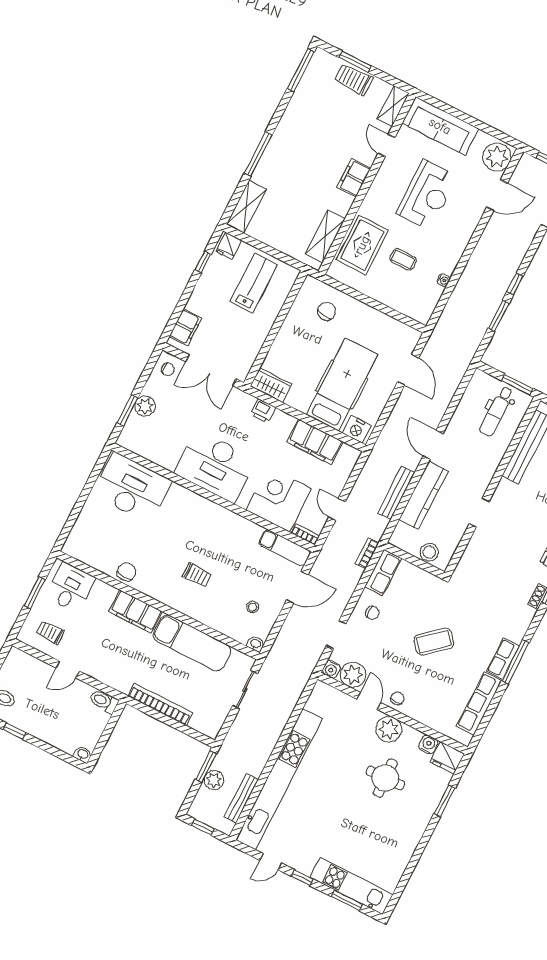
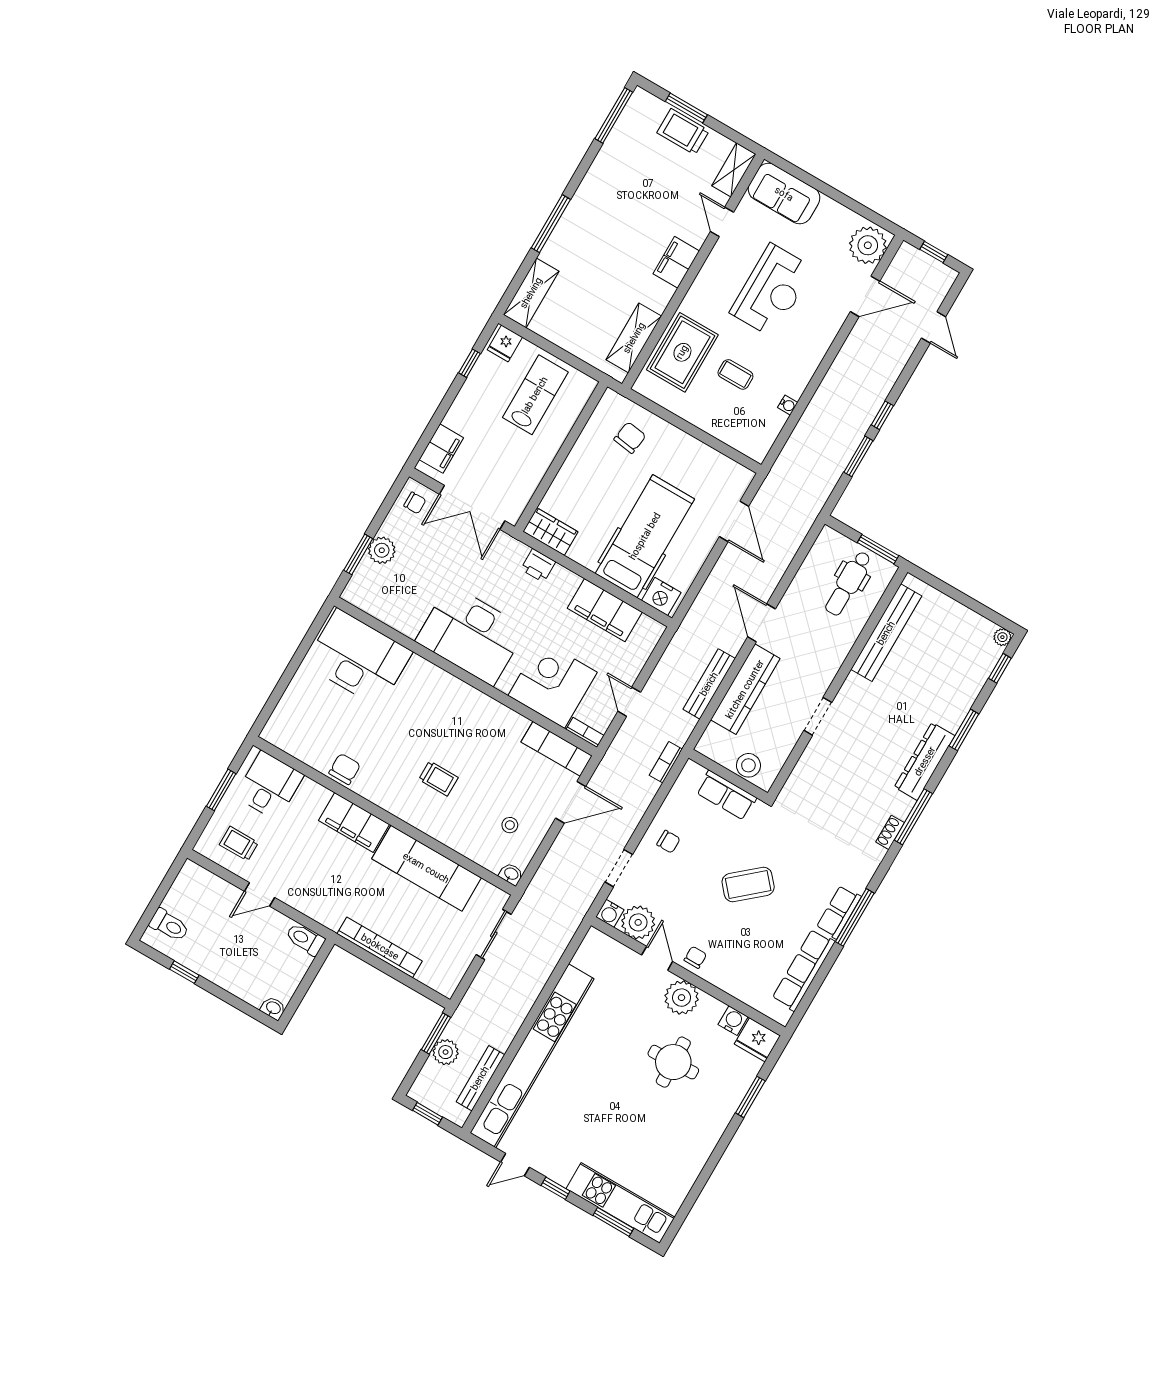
sofa: (440, 126) -> (784, 194), width x0.73
row of seats: (383, 573) -> (726, 795), moved, turned 90

